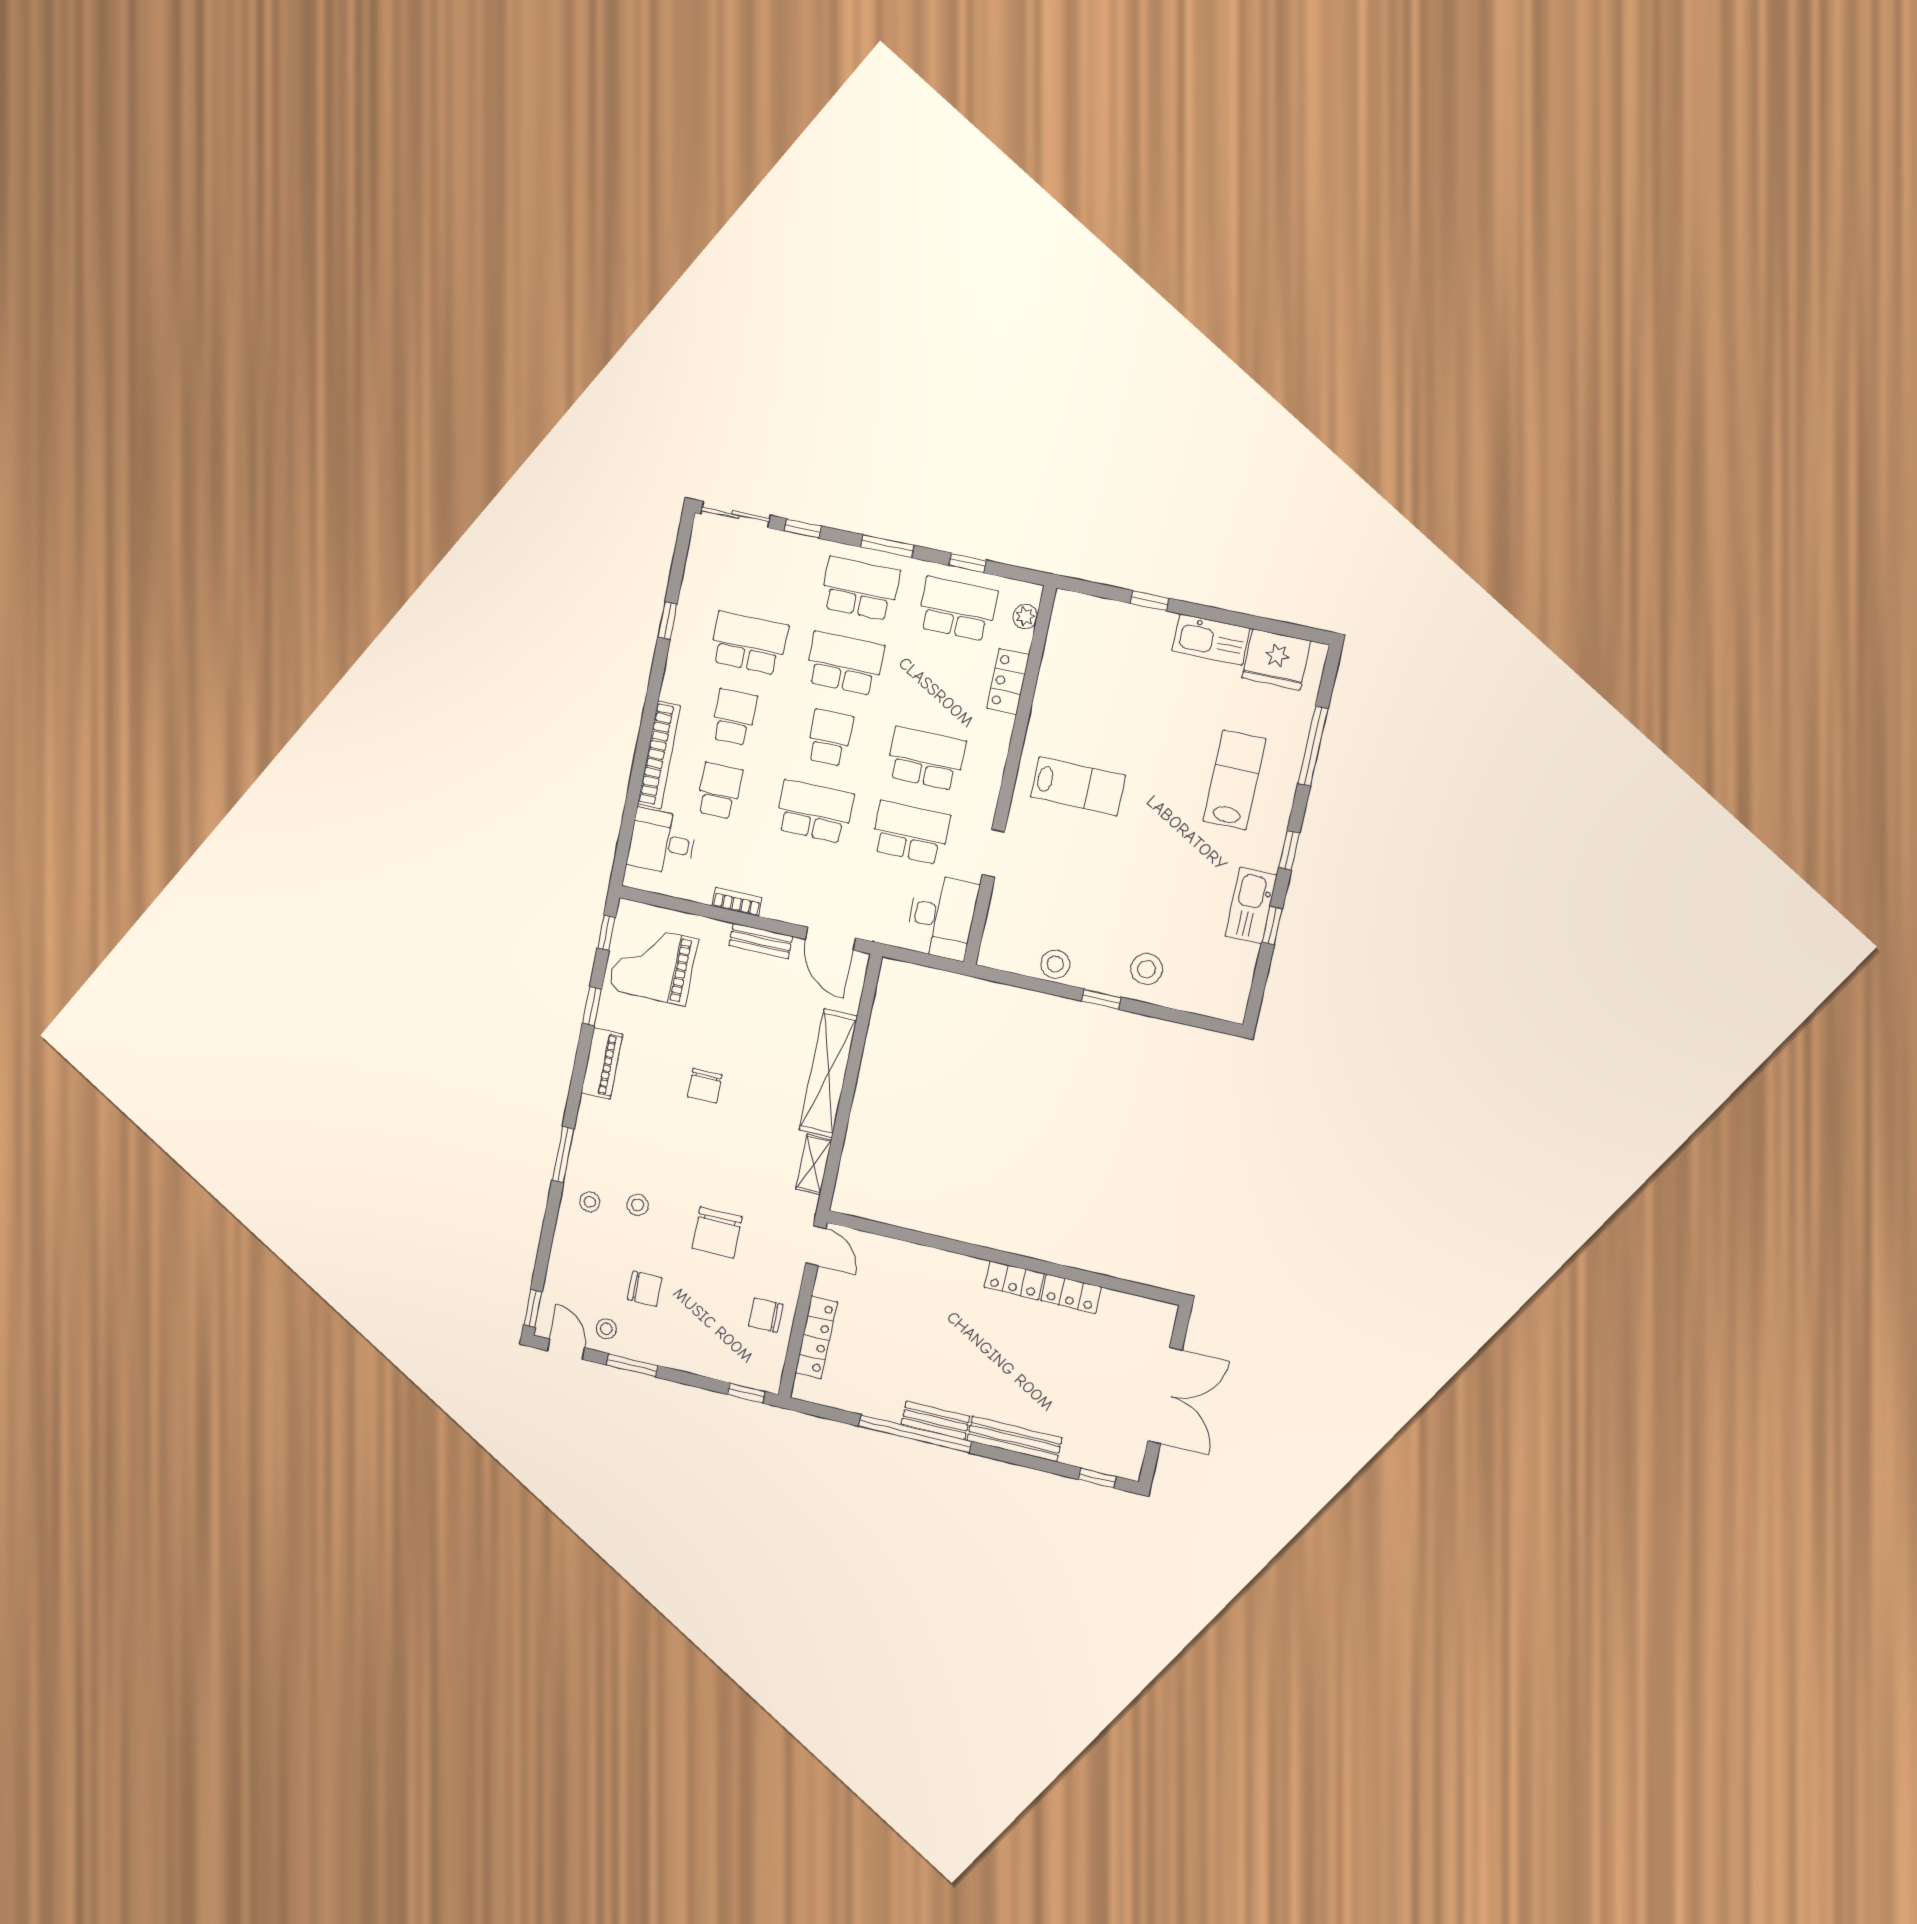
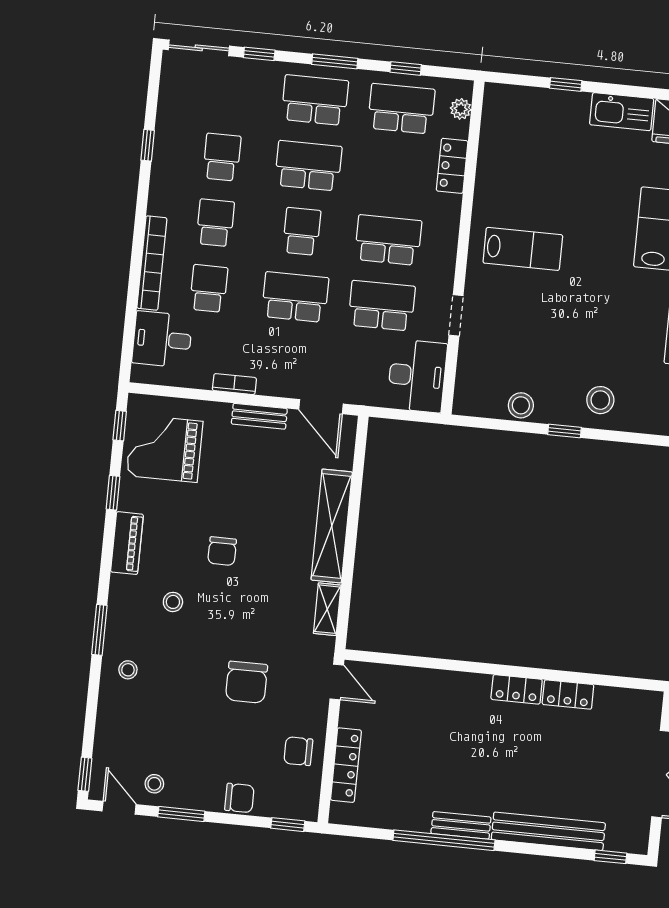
school desk: (749, 643) -> (222, 157), width x0.54
stool: (638, 1205) -> (173, 602), moved
chair: (645, 1289) -> (239, 798), moved
bench: (1014, 1439) -> (548, 831), width x1.37, depth x1.21

